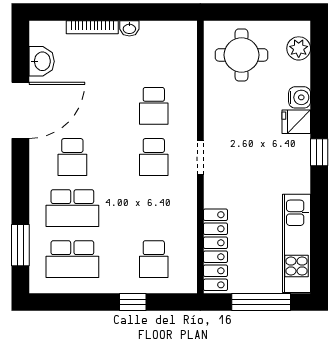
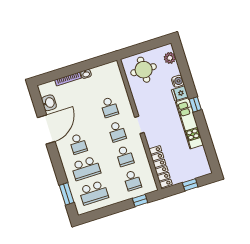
school desk: (154, 208) -> (125, 156), added
kitchen unit: (297, 243) -> (189, 123), moved
window: (133, 302) -> (140, 201), moved
window: (261, 302) -> (190, 185), width x0.46

